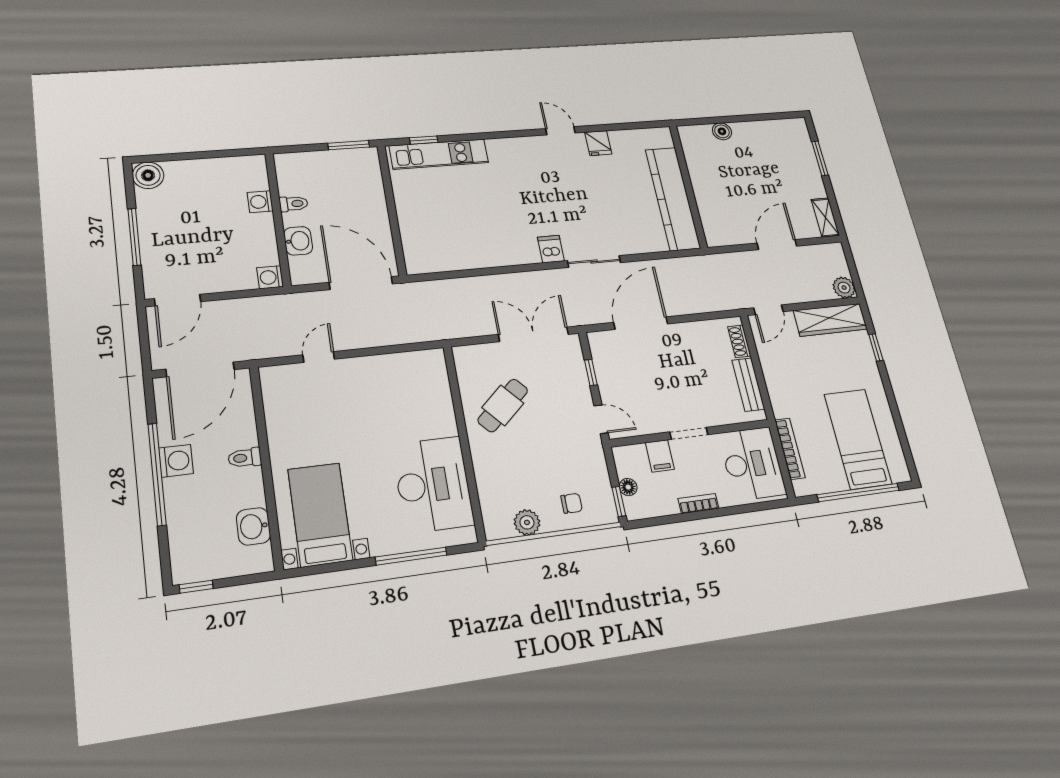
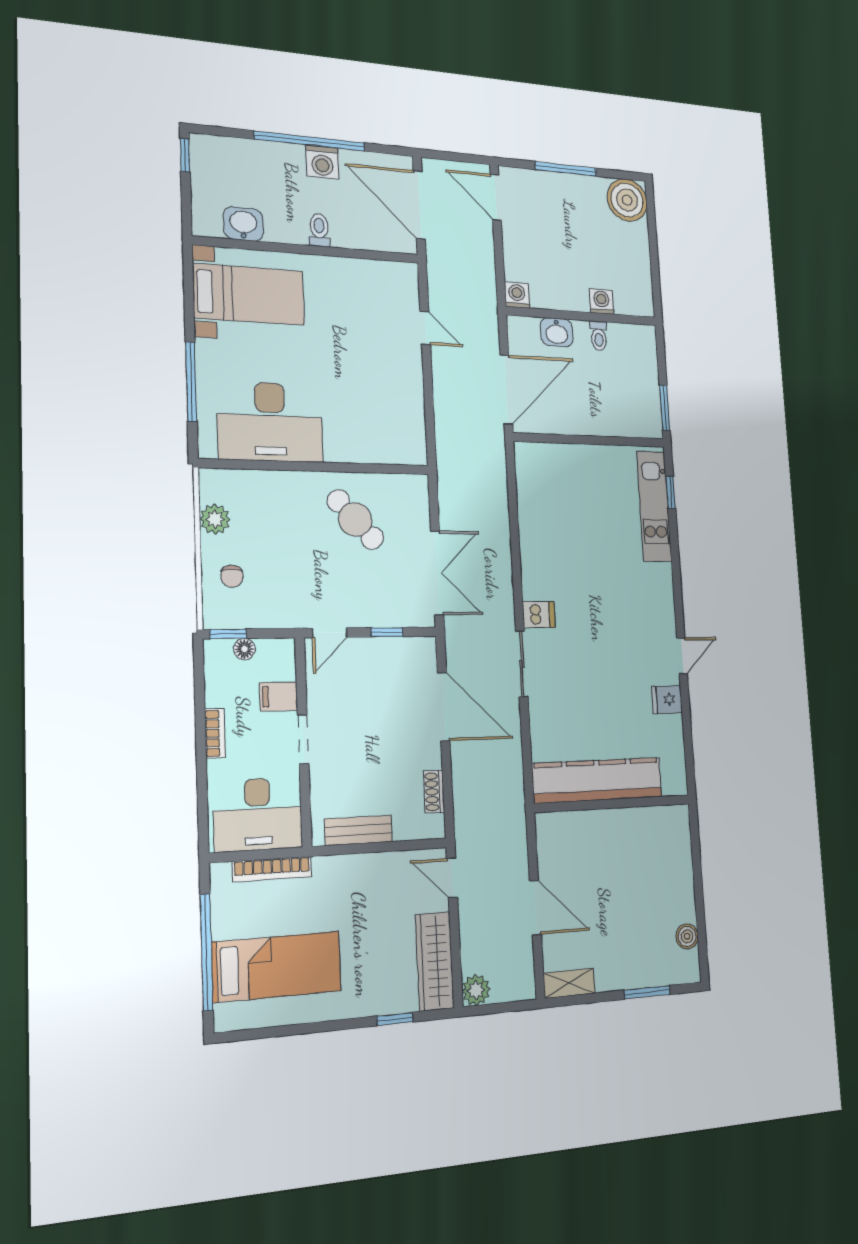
boiler: (722, 131) -> (687, 936), moved
boiler: (148, 175) -> (627, 200), width x1.37, depth x1.37
shoe rack: (739, 341) -> (434, 792), moved, turned -90

